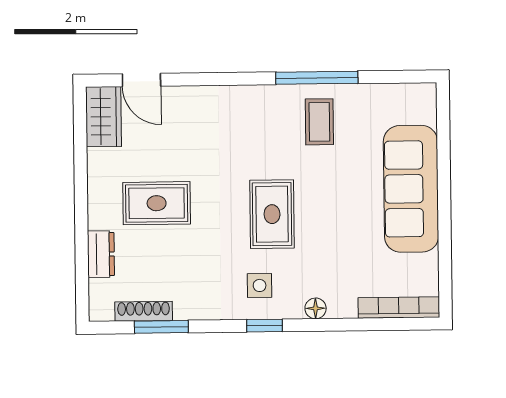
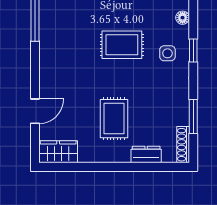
door: (141, 80) -> (35, 111), moved
coffee table: (319, 122) -> (63, 14), removed
shoe rack: (144, 311) -> (183, 145), moved

